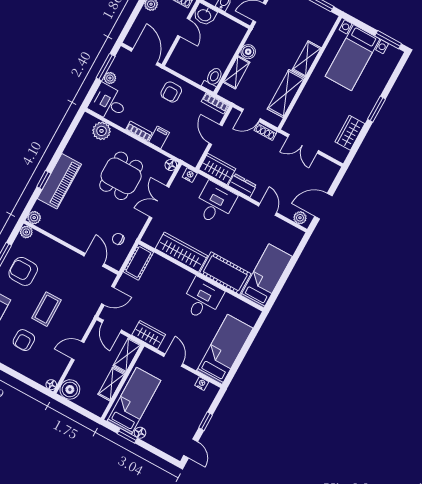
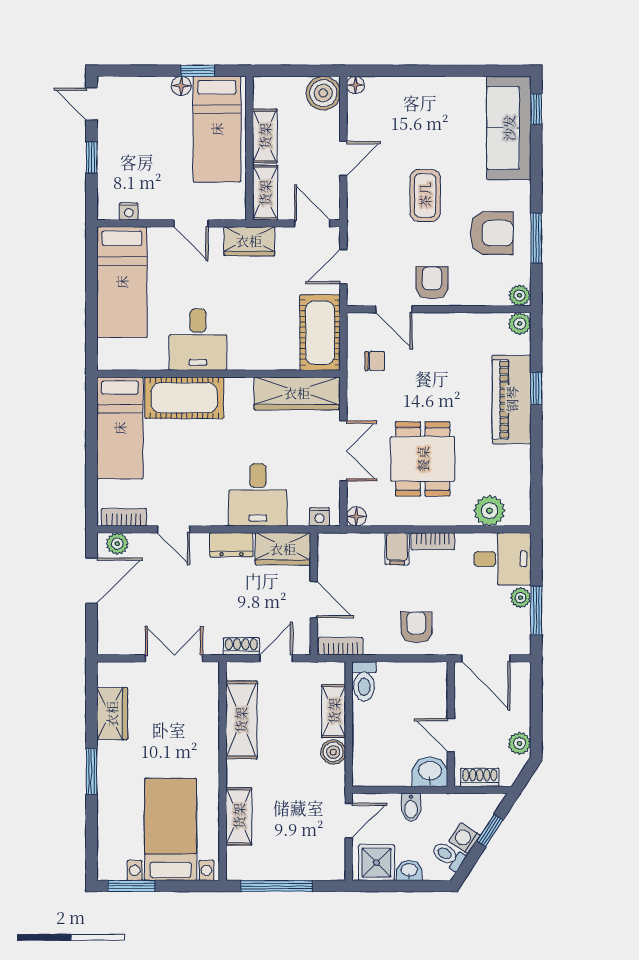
shelving: (307, 59) -> (239, 816), moved
bookcase: (289, 229) -> (124, 517), added
wardrobe: (181, 252) -> (297, 393), moved
cot: (138, 262) -> (320, 333), width x1.37, depth x1.34
armchair: (24, 340) -> (432, 283), moved

